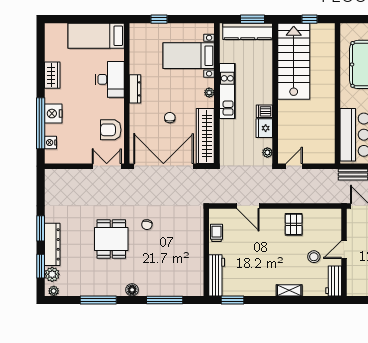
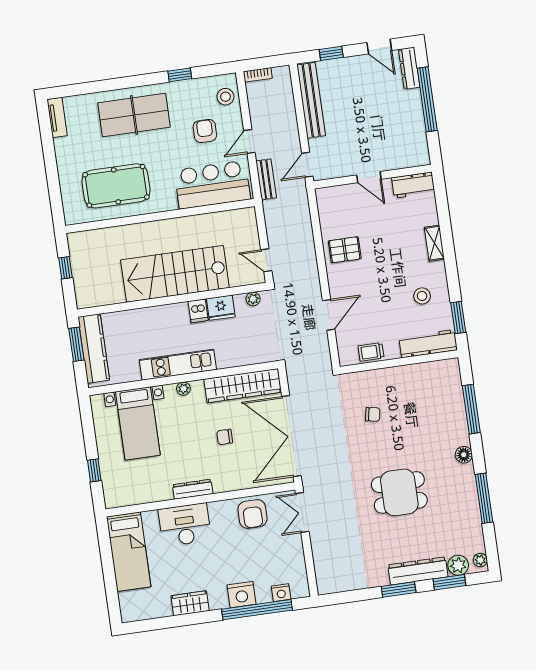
stairs: (294, 61) -> (175, 274), moved
chair: (147, 225) -> (373, 414), moved
stool: (314, 257) -> (422, 296), moved

